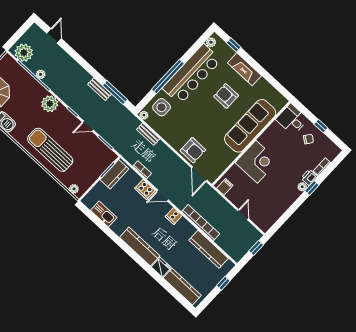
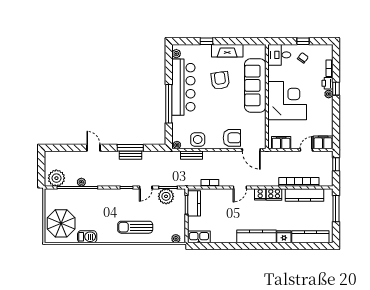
door: (54, 36) -> (93, 148), moved
window: (234, 45) -> (207, 41), moved
fireplace: (245, 69) -> (227, 51), moved
window: (115, 93) -> (130, 148), moved
armchair: (226, 96) -> (220, 80), turned 82
plant: (50, 104) -> (166, 196), moved
side table: (162, 107) -> (198, 140), moved
sun lounger: (50, 150) -> (135, 227), width x0.73, depth x0.75
corner desk: (257, 162) -> (287, 101), width x1.36, depth x1.36
filing cabinet: (225, 187) -> (281, 143), width x2.00
cooker: (145, 189) -> (274, 194), moved
kitchen sink: (104, 214) -> (199, 237), moved
door: (243, 215) -> (306, 150), hinge flipped
filing cabinet: (262, 221) -> (323, 142), added
bookcase: (201, 223) -> (299, 182), moved
window: (223, 283) -> (336, 209), width x2.17

